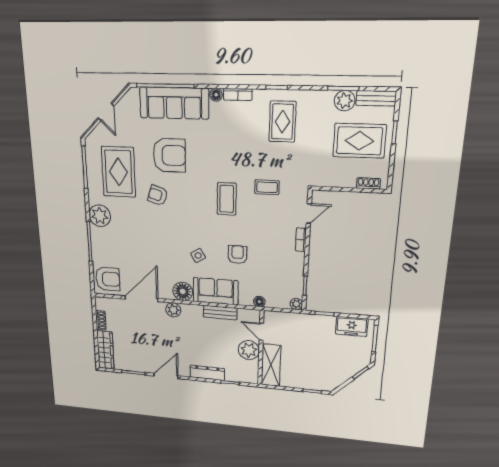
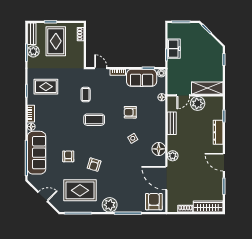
armchair: (169, 155) -> (68, 156), width x0.53, depth x0.53
sofa: (216, 291) -> (142, 78), moved, turned -90
freezer: (352, 326) -> (174, 49), moved

